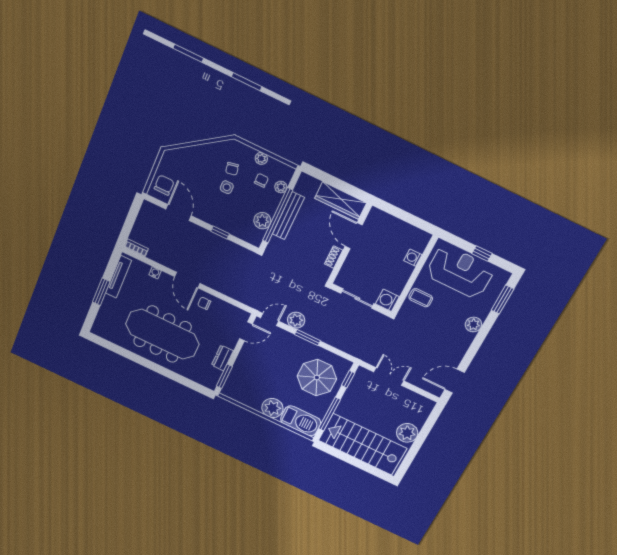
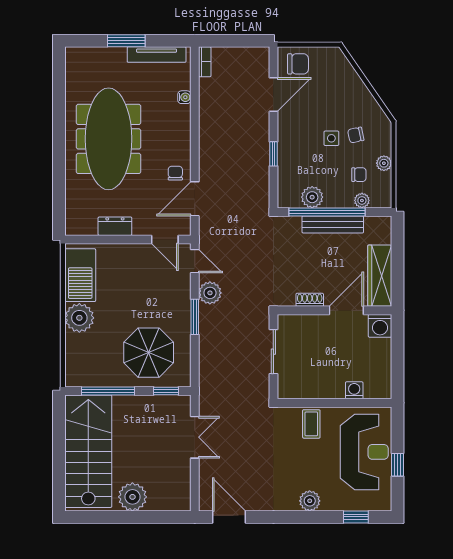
door: (187, 280) -> (195, 199), moved
washing machine: (387, 300) -> (380, 326), moved, turned 180
window: (502, 300) -> (356, 517), width x0.67
window: (224, 376) -> (91, 239), removed
barbecue: (301, 421) -> (80, 275), moved

